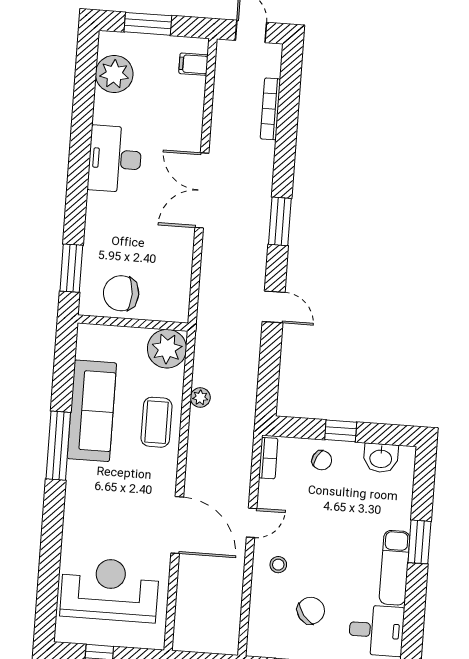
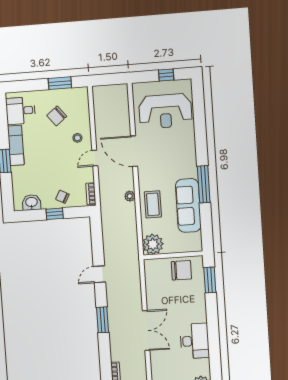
door: (274, 307) -> (99, 274), hinge flipped
plant: (200, 398) -> (130, 196), moved

